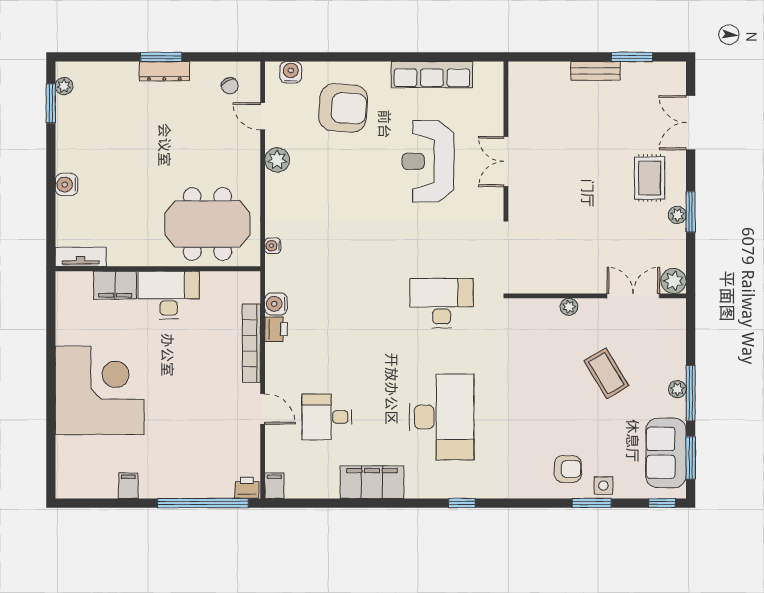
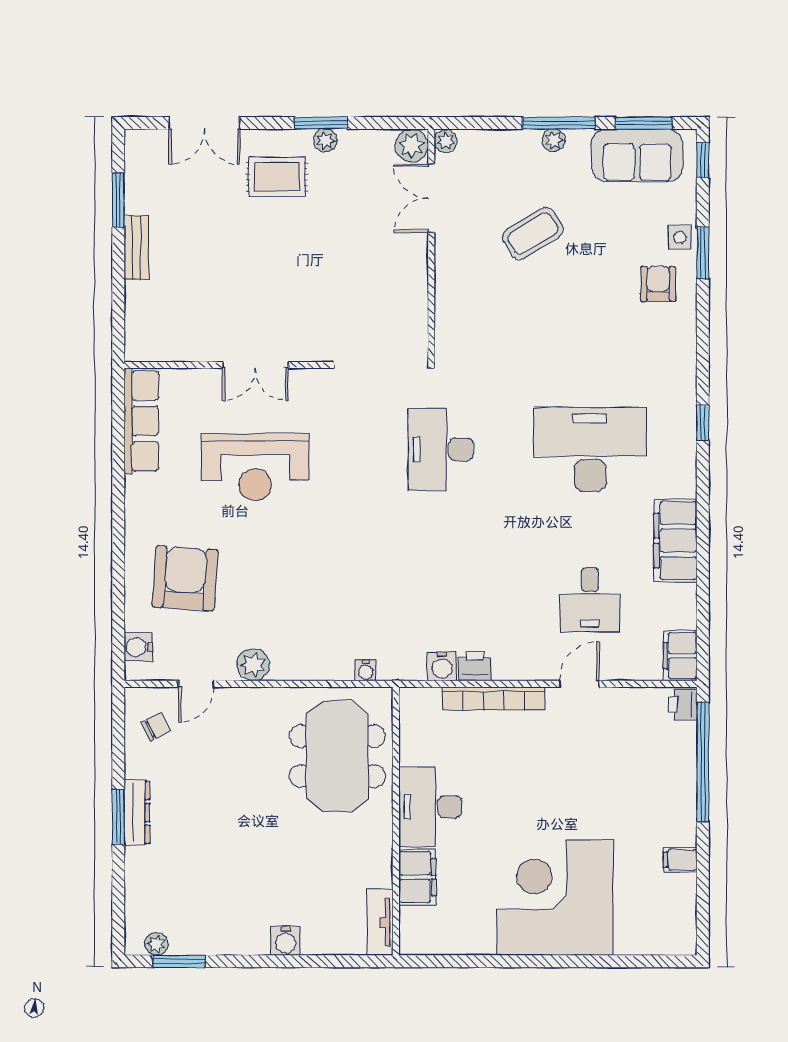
row of seats: (432, 75) -> (141, 421), moved
plant: (569, 307) -> (446, 141), moved
filing cabinet: (274, 486) -> (680, 656), width x2.00

